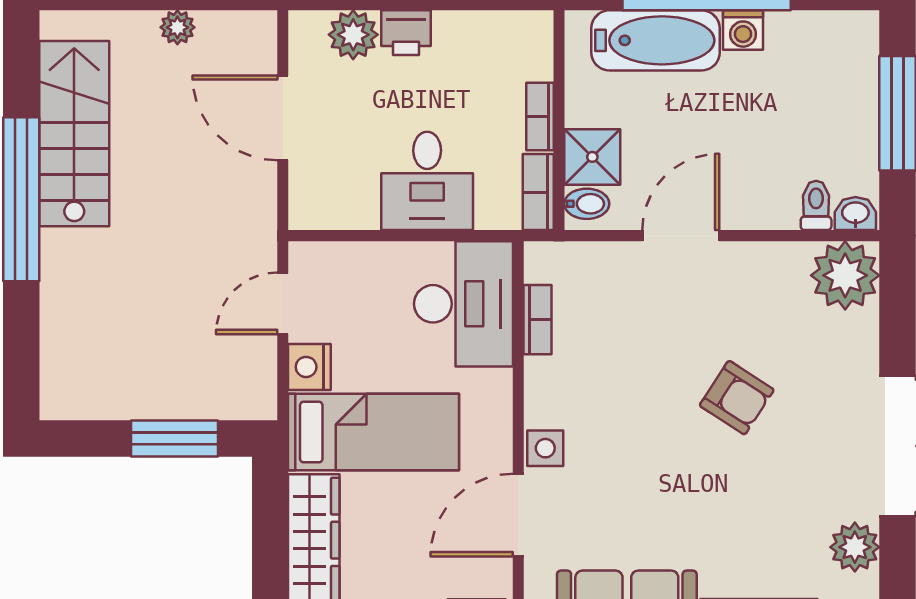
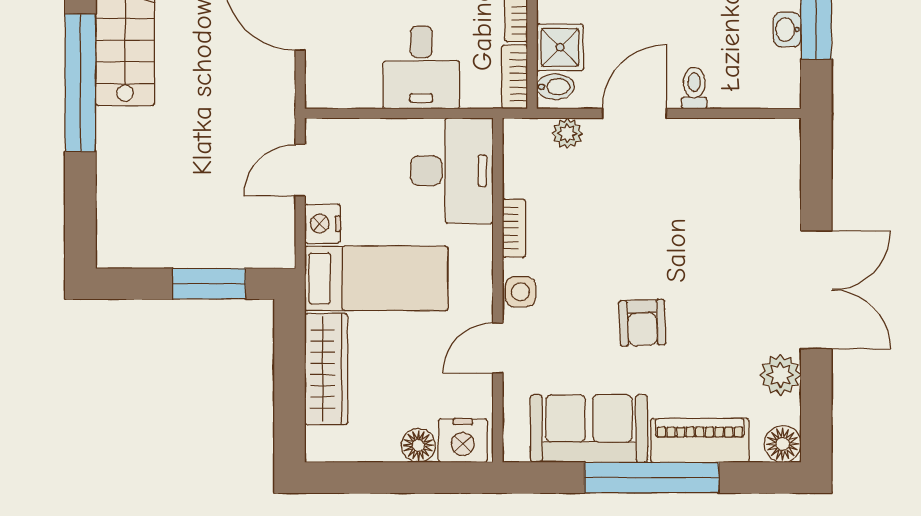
toilet: (816, 205) -> (694, 88), moved
washbasin: (855, 214) -> (787, 30), moved, turned -90
plant: (845, 275) -> (567, 133), moved, width x0.53, depth x0.53
bookcase: (537, 320) -> (514, 228), moved
armchair: (737, 398) -> (642, 323), moved, turned 55
door: (518, 515) -> (498, 348), width x0.73

